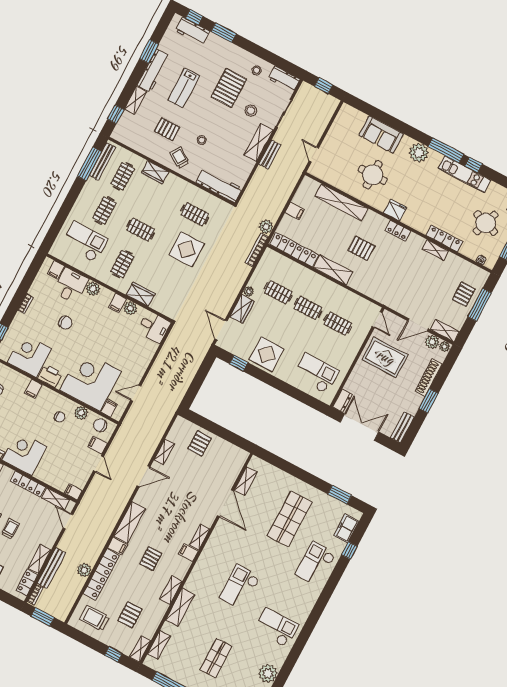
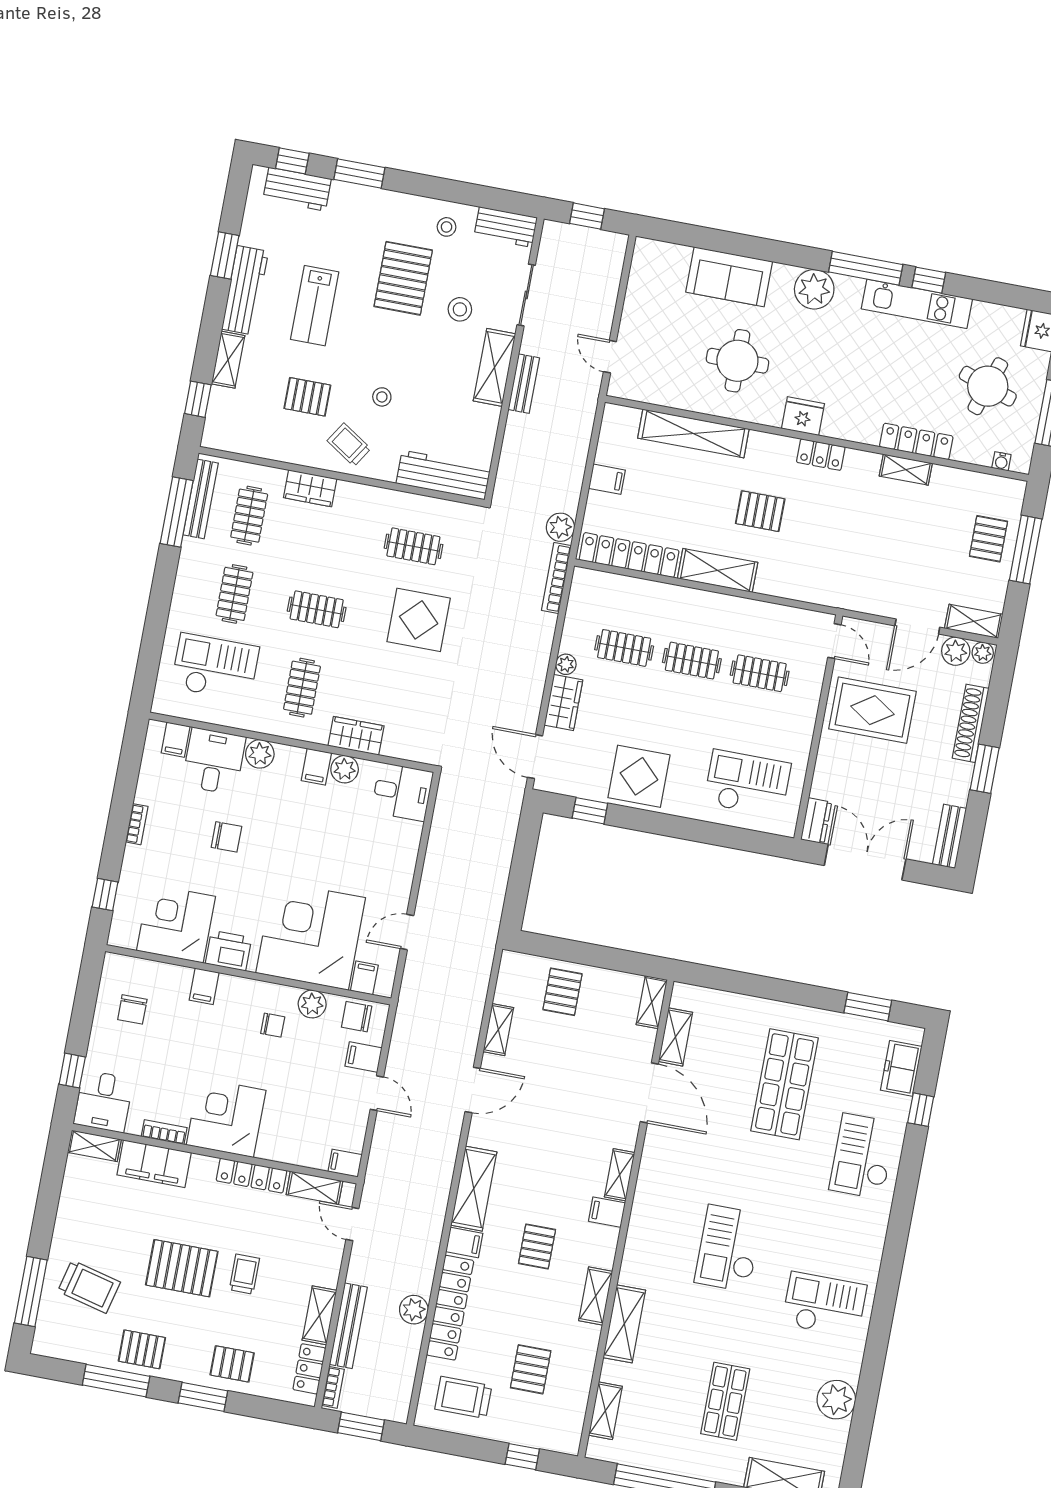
shelving: (140, 649) -> (652, 1002), moved

